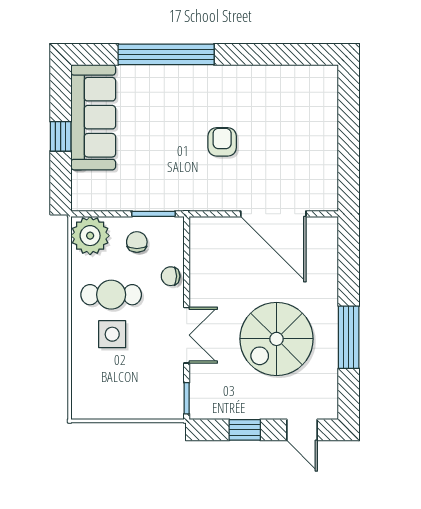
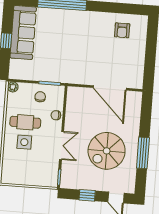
armchair: (222, 142) -> (122, 30), moved, turned 180
plant: (90, 236) -> (13, 87), width x0.53, depth x0.53

